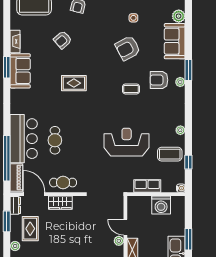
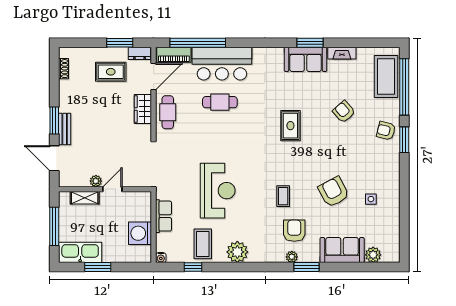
plant: (180, 130) -> (237, 252), width x1.88, depth x1.88
plant: (15, 246) -> (89, 53), removed

